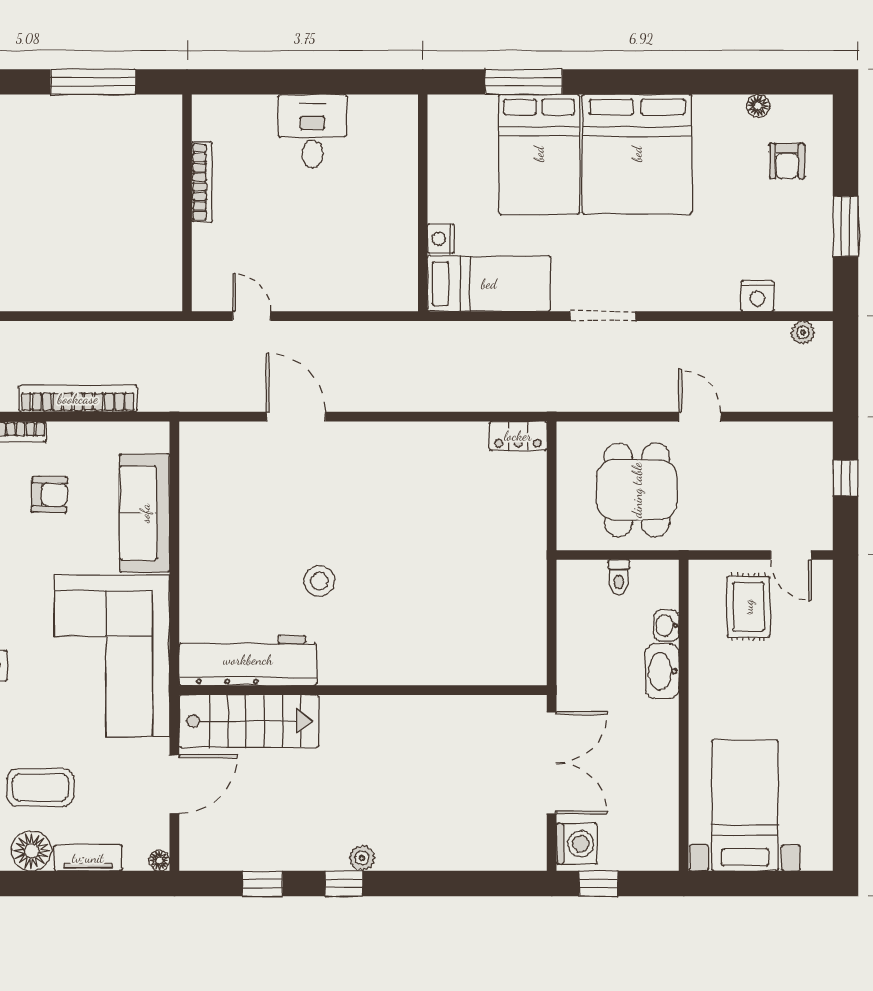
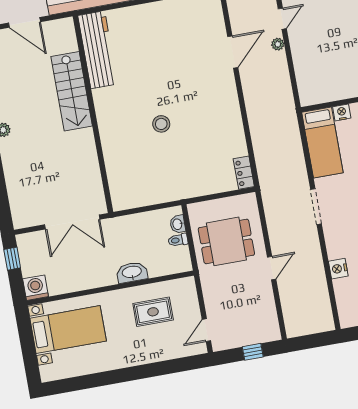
nightstand: (757, 296) -> (338, 269), moved
plant: (803, 333) -> (278, 44), moved
stool: (319, 581) -> (161, 124), moved
rug: (748, 607) -> (153, 312), moved
washbasin: (666, 626) -> (178, 224), moved, turned -90
stairs: (249, 721) -> (72, 91), moved
washing machine: (577, 844) -> (36, 288), moved, turned 180

